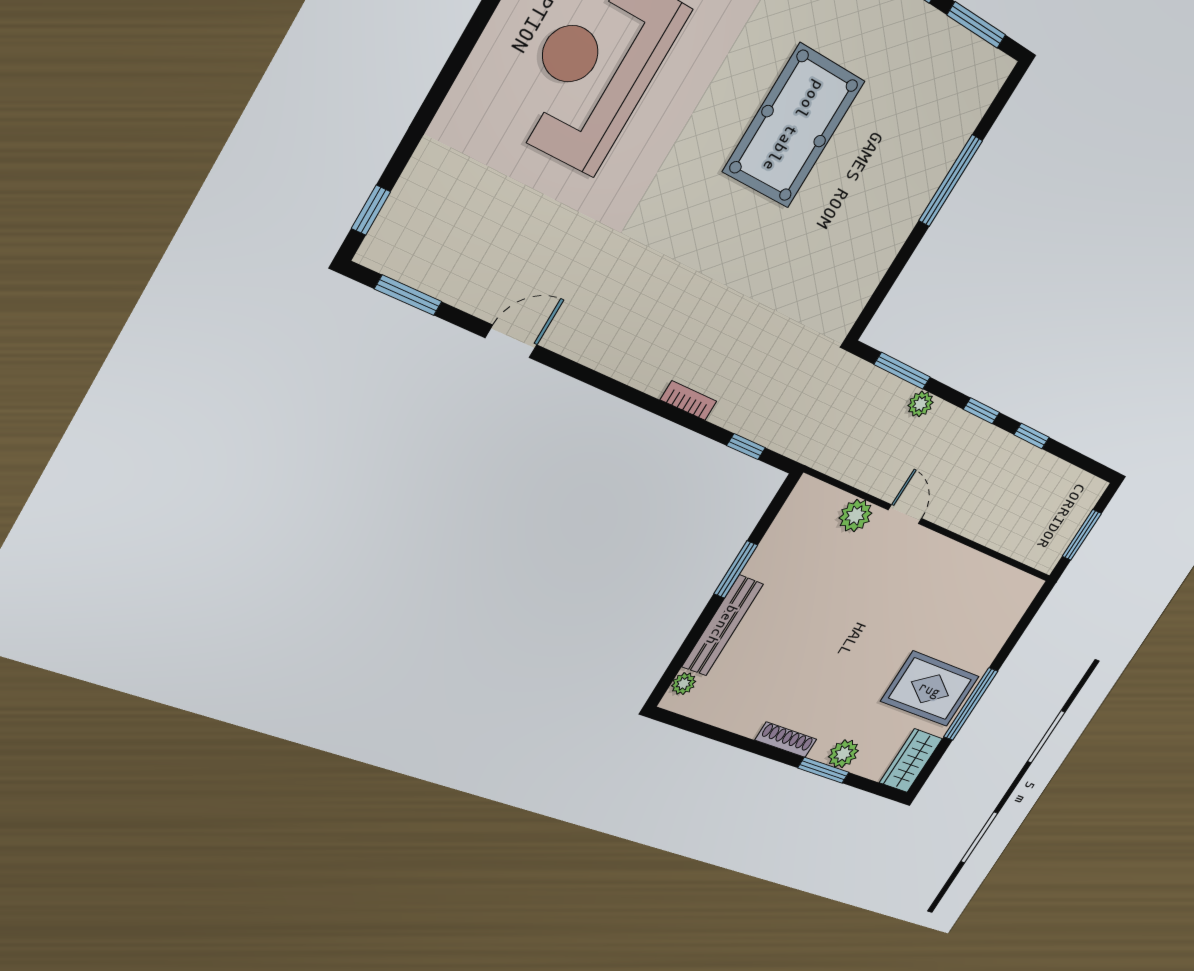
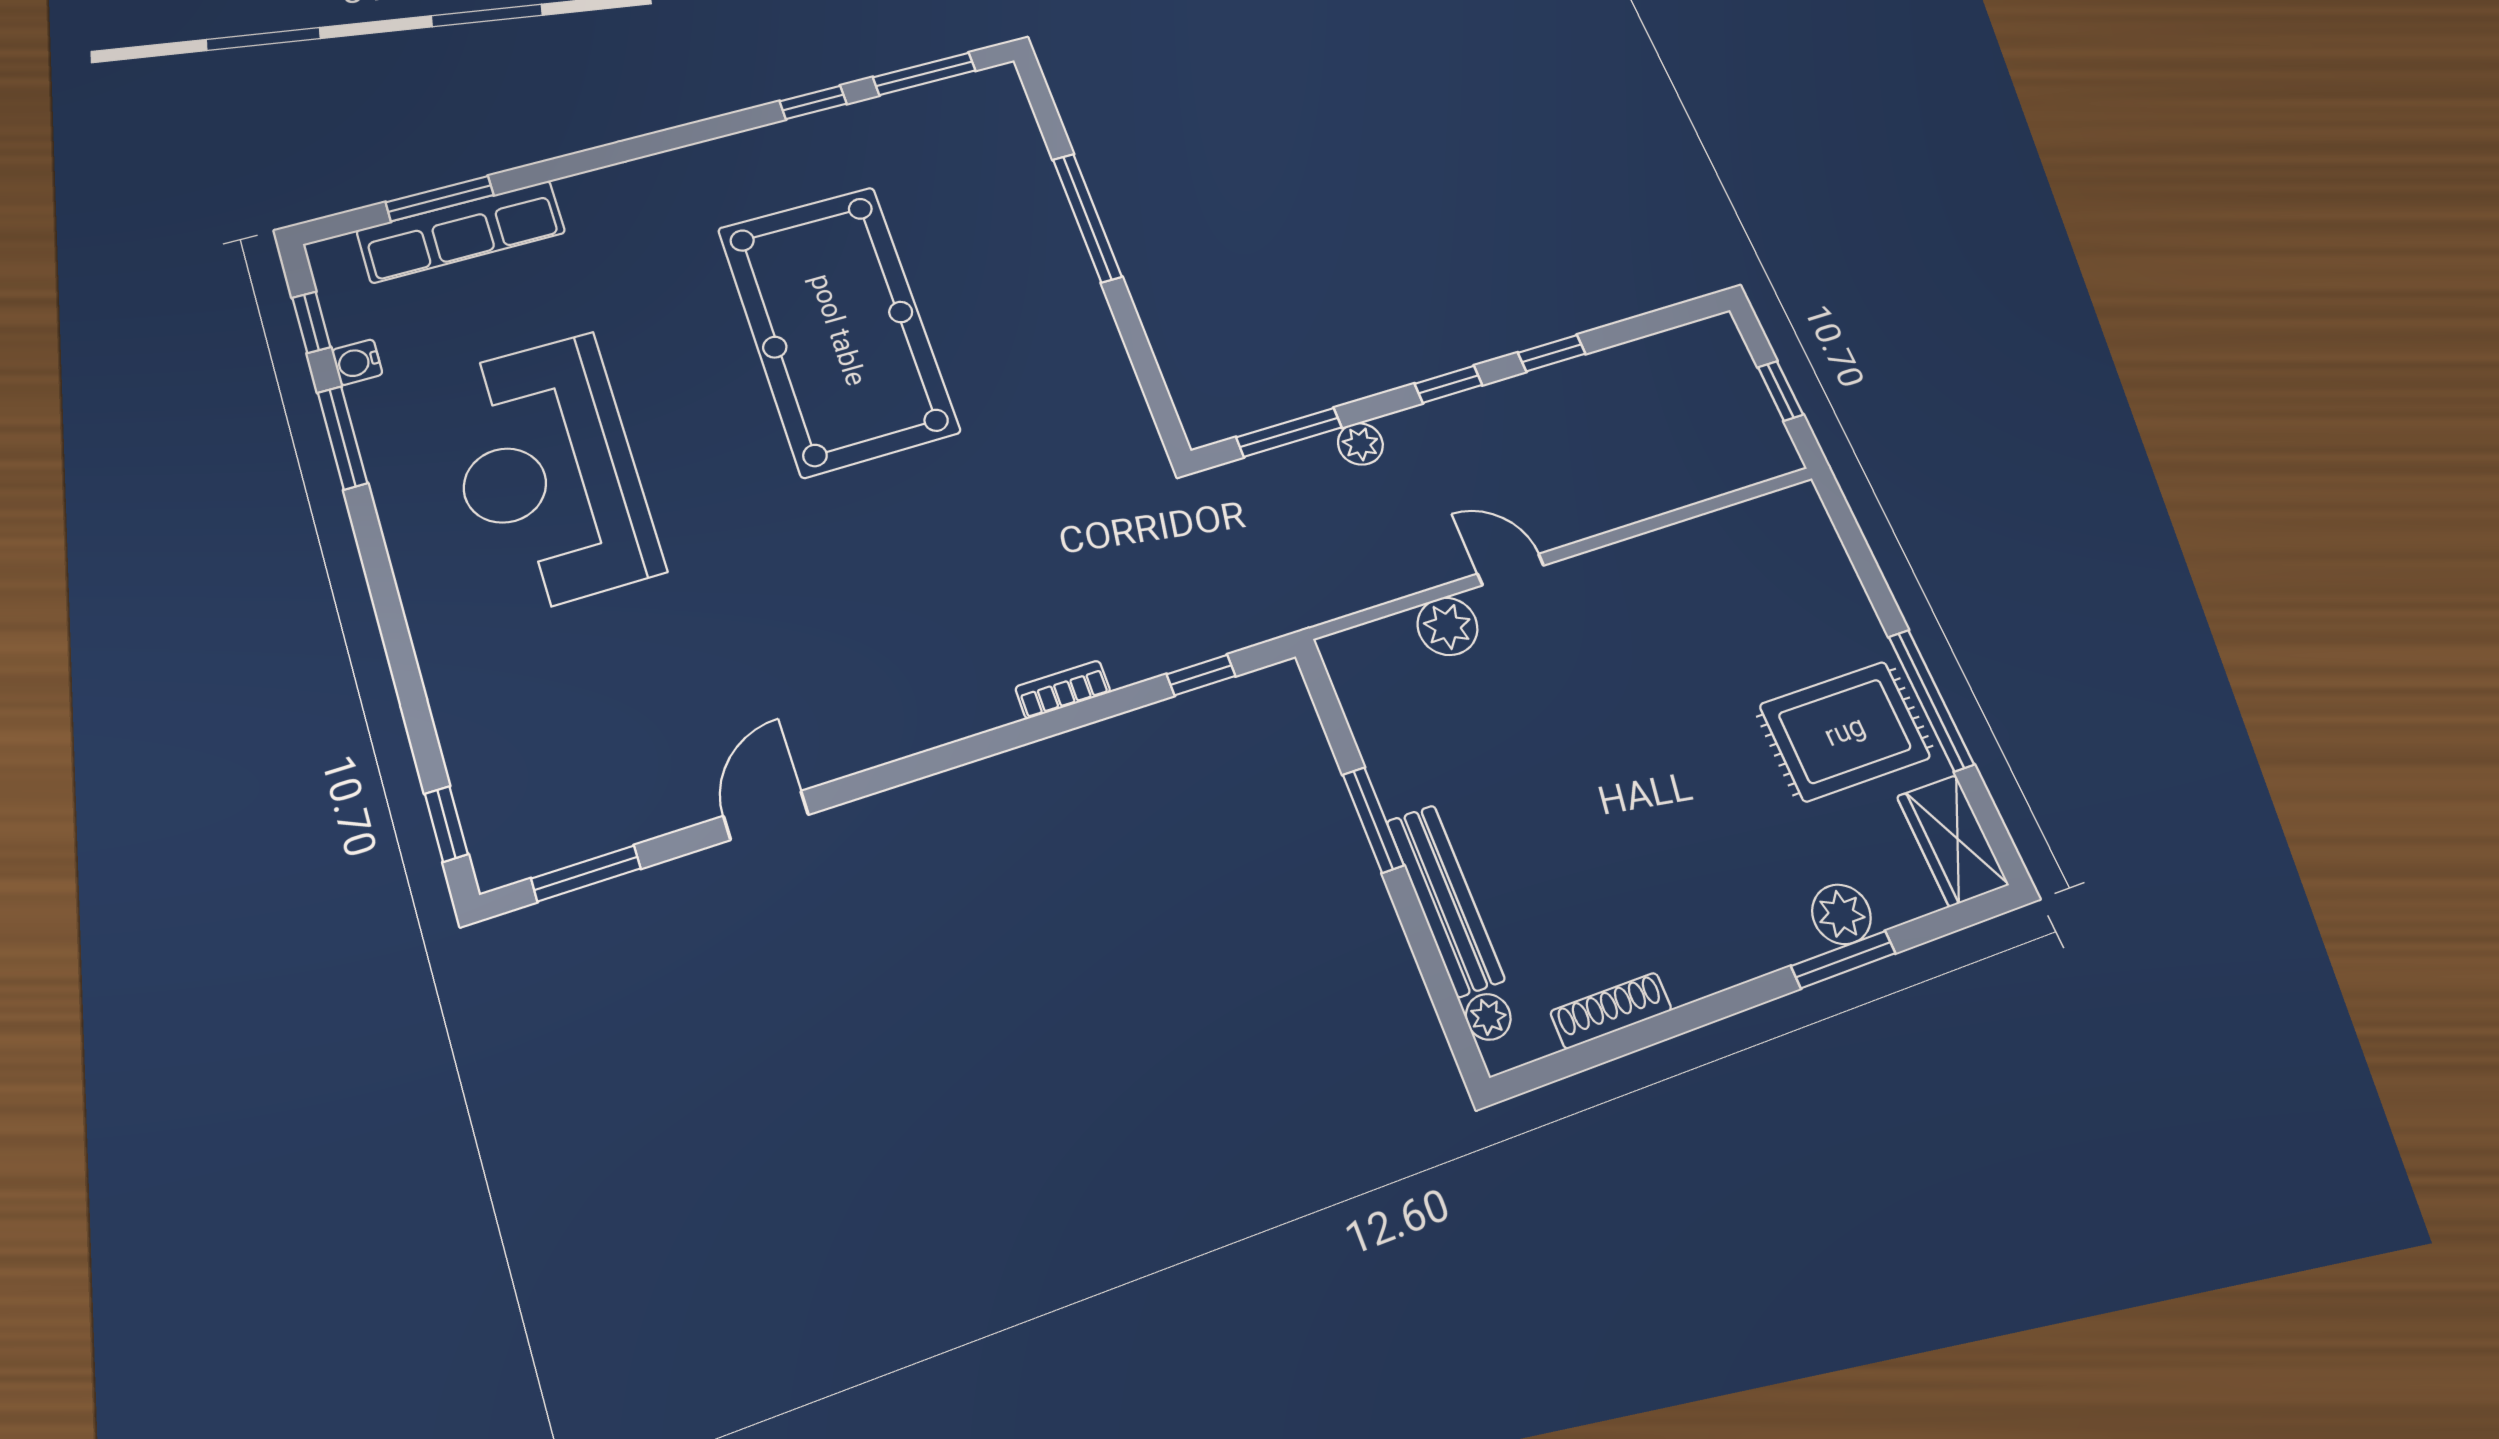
pool table: (794, 126) -> (838, 330), width x1.36, depth x1.32
window: (1082, 535) -> (1780, 391), width x0.67
shoe rack: (786, 740) -> (1611, 1011), moved

